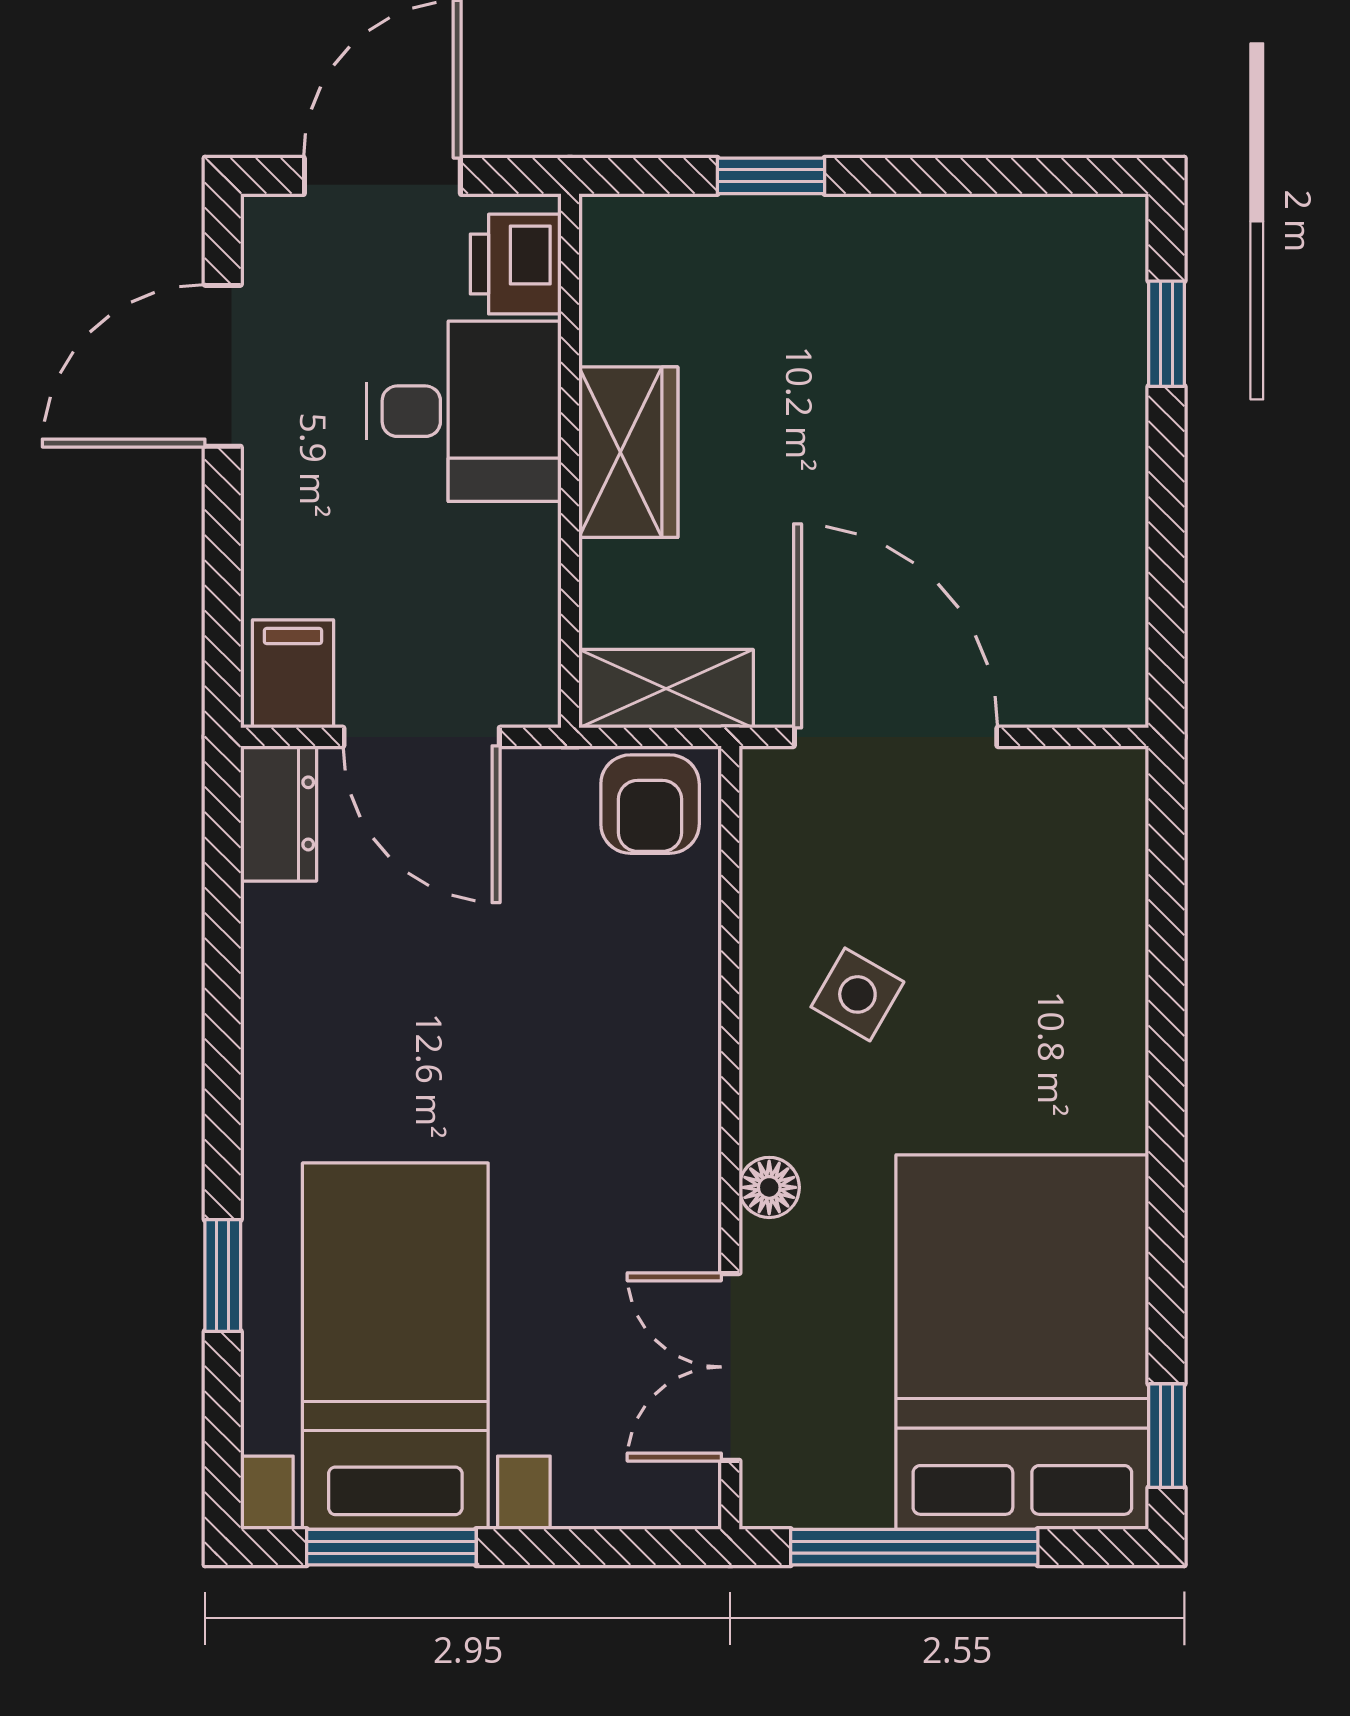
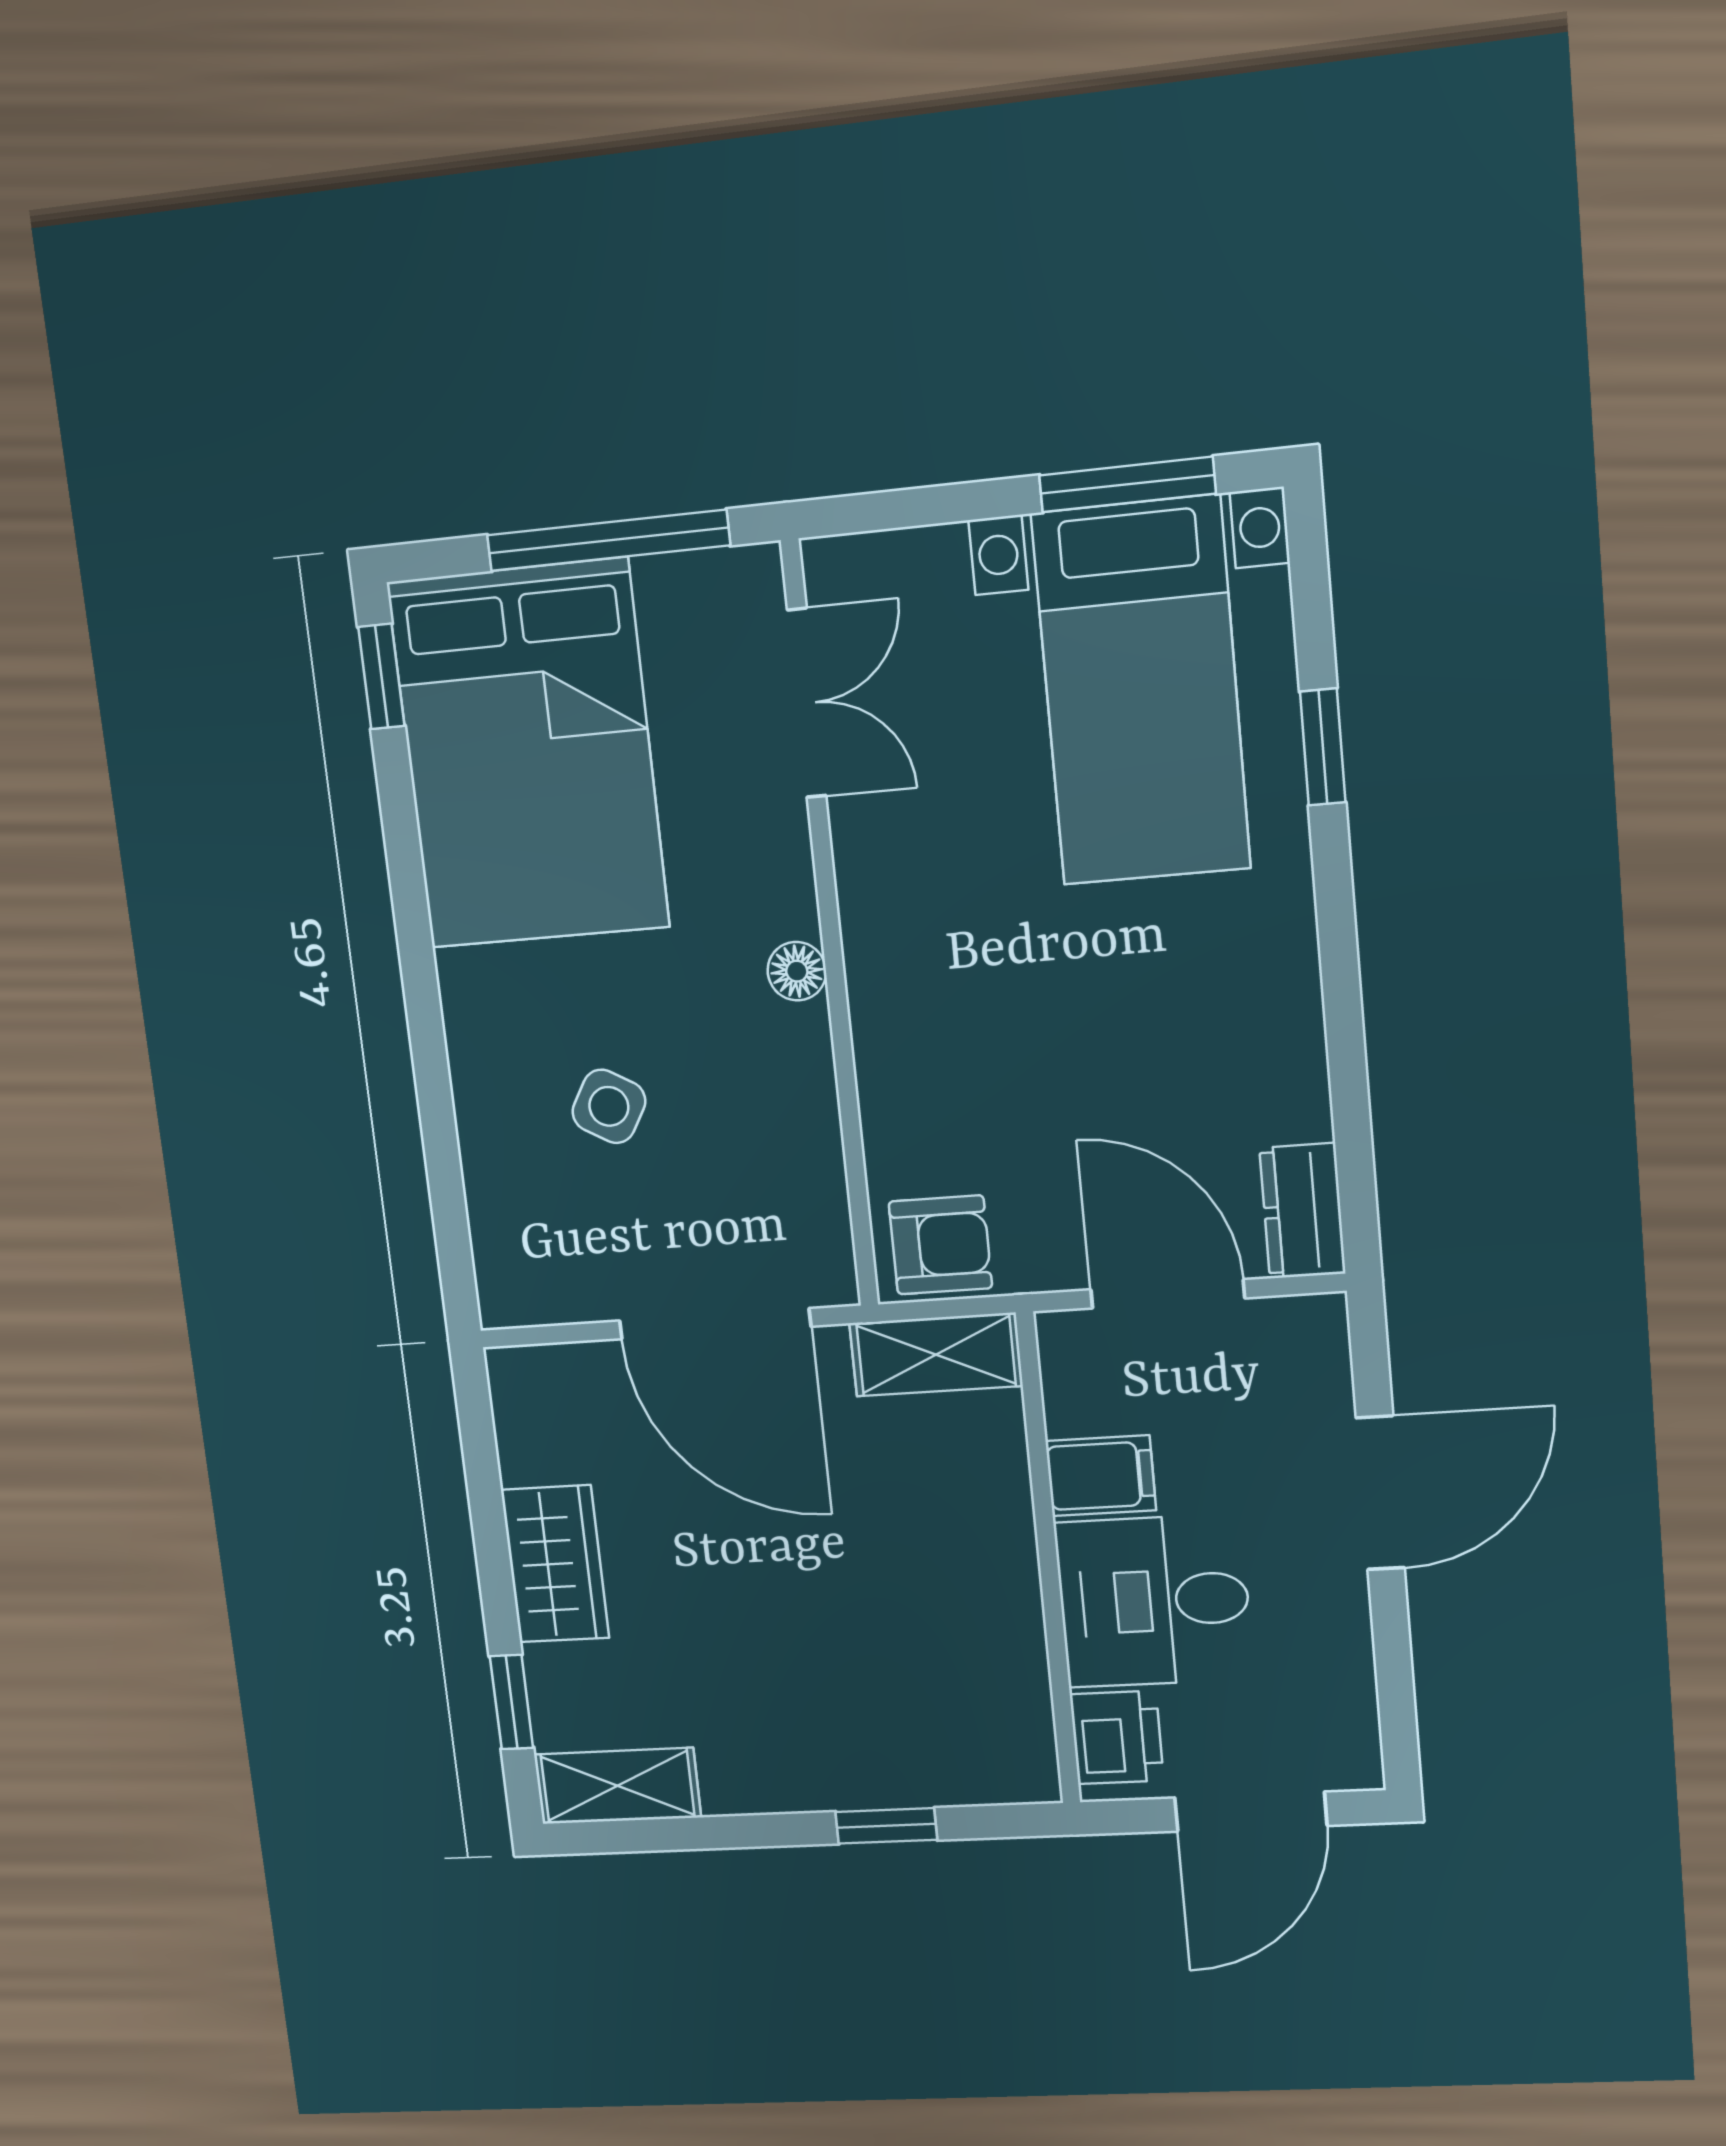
shelving: (1060, 233) -> (617, 1786), added
door: (223, 366) -> (1380, 1493), moved
wardrobe: (628, 452) -> (555, 1564), moved, turned 180
filing cabinet: (293, 674) -> (1101, 1476), moved, turned -90
armchair: (650, 804) -> (940, 1245), turned 90
side table: (857, 994) -> (609, 1106), moved
floor lamp: (769, 1187) -> (797, 971), moved

